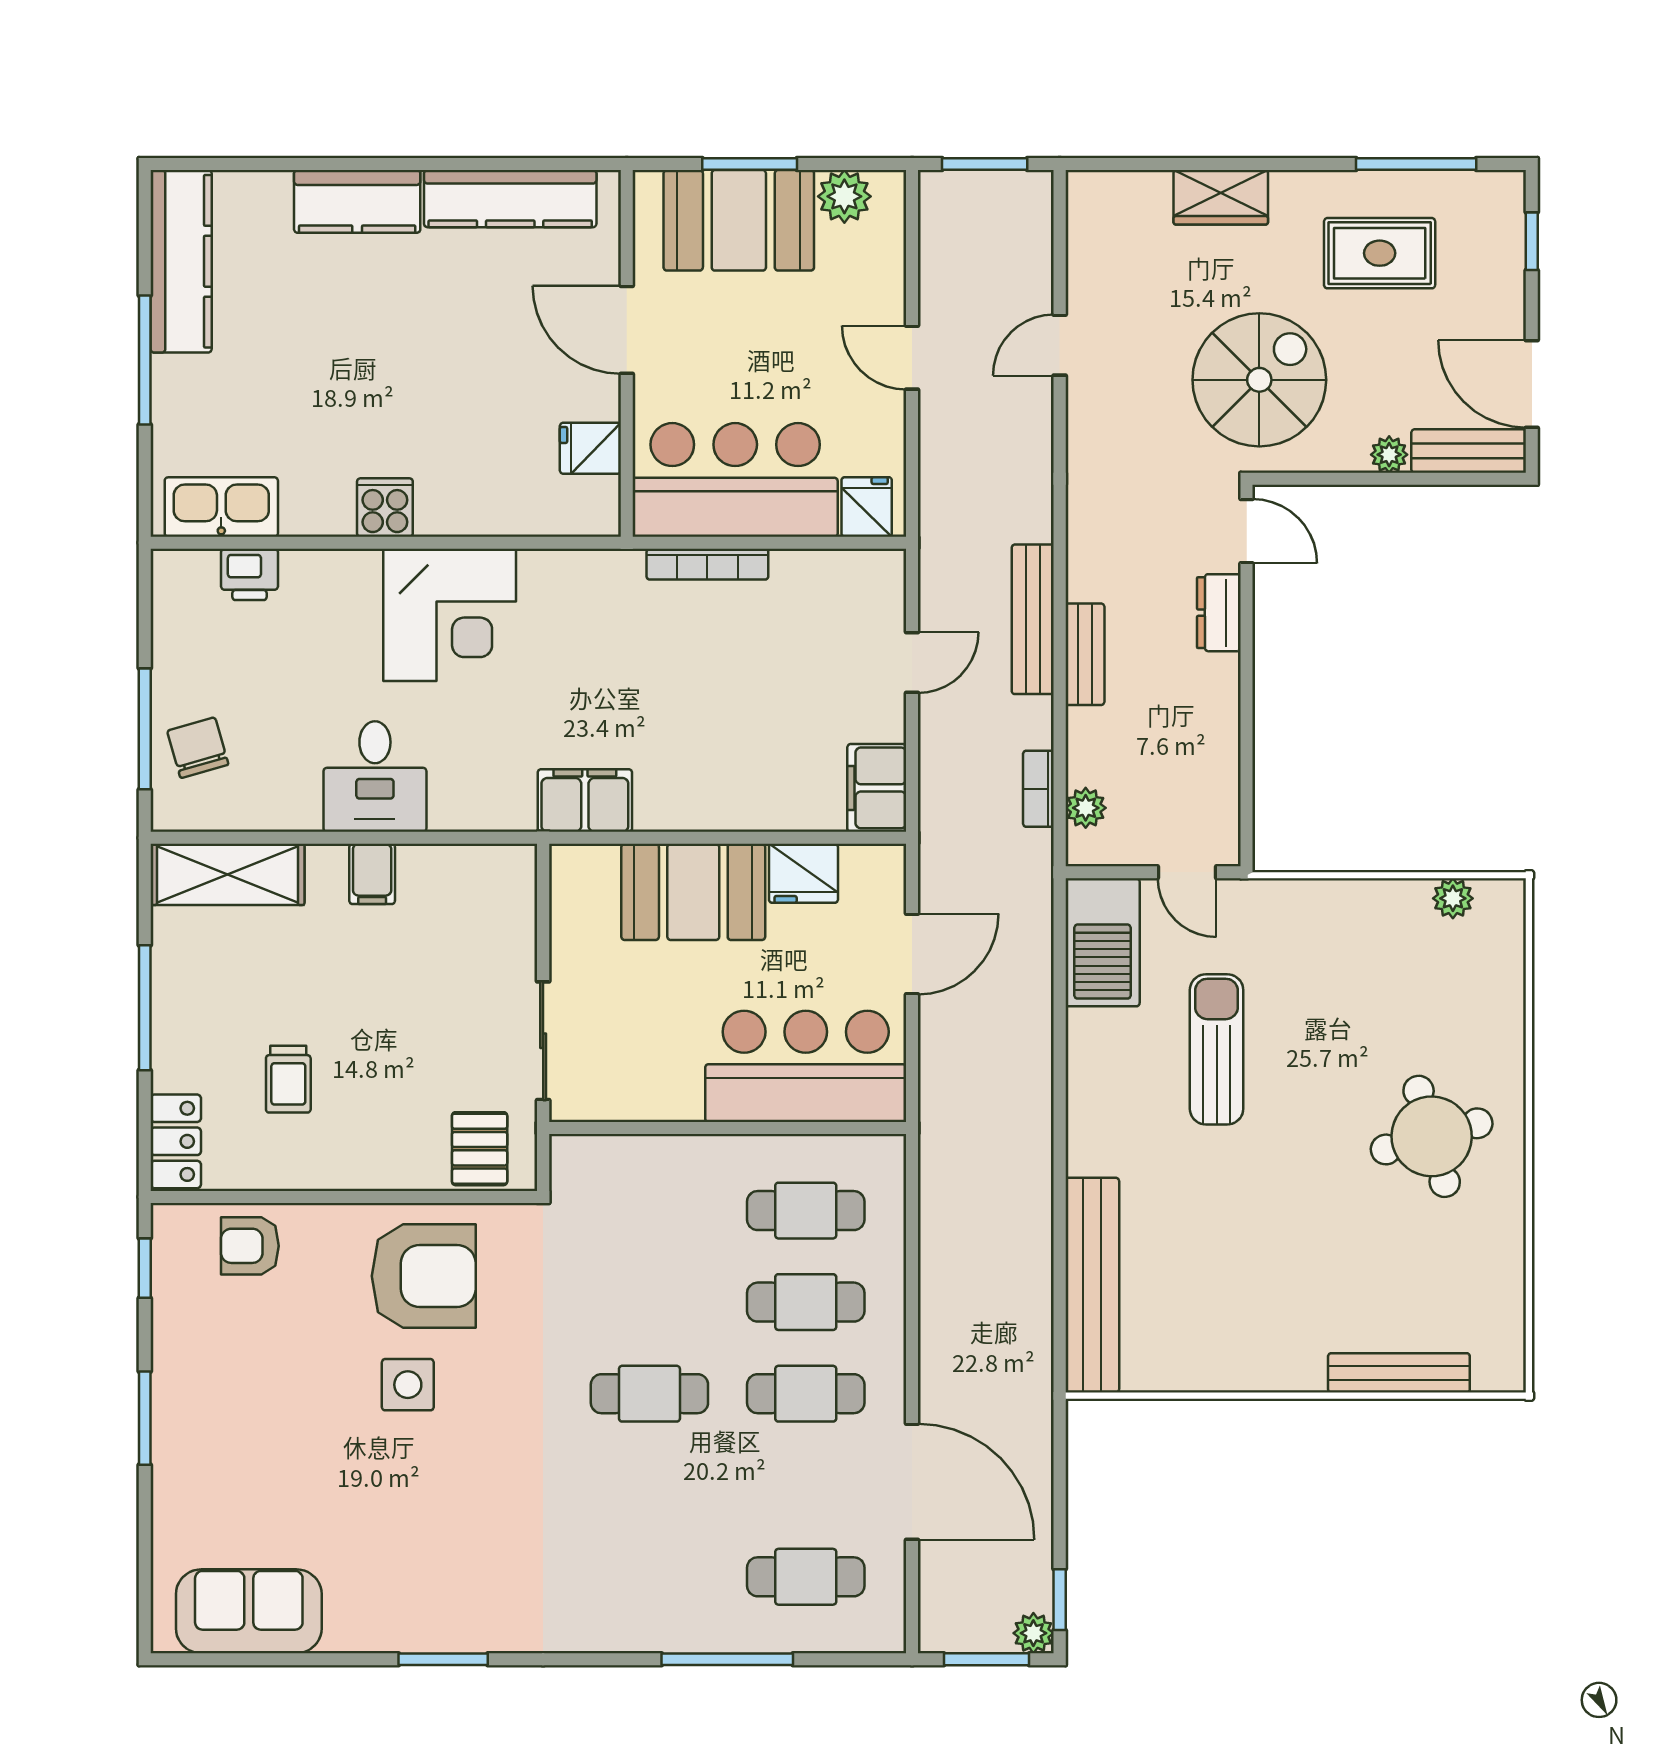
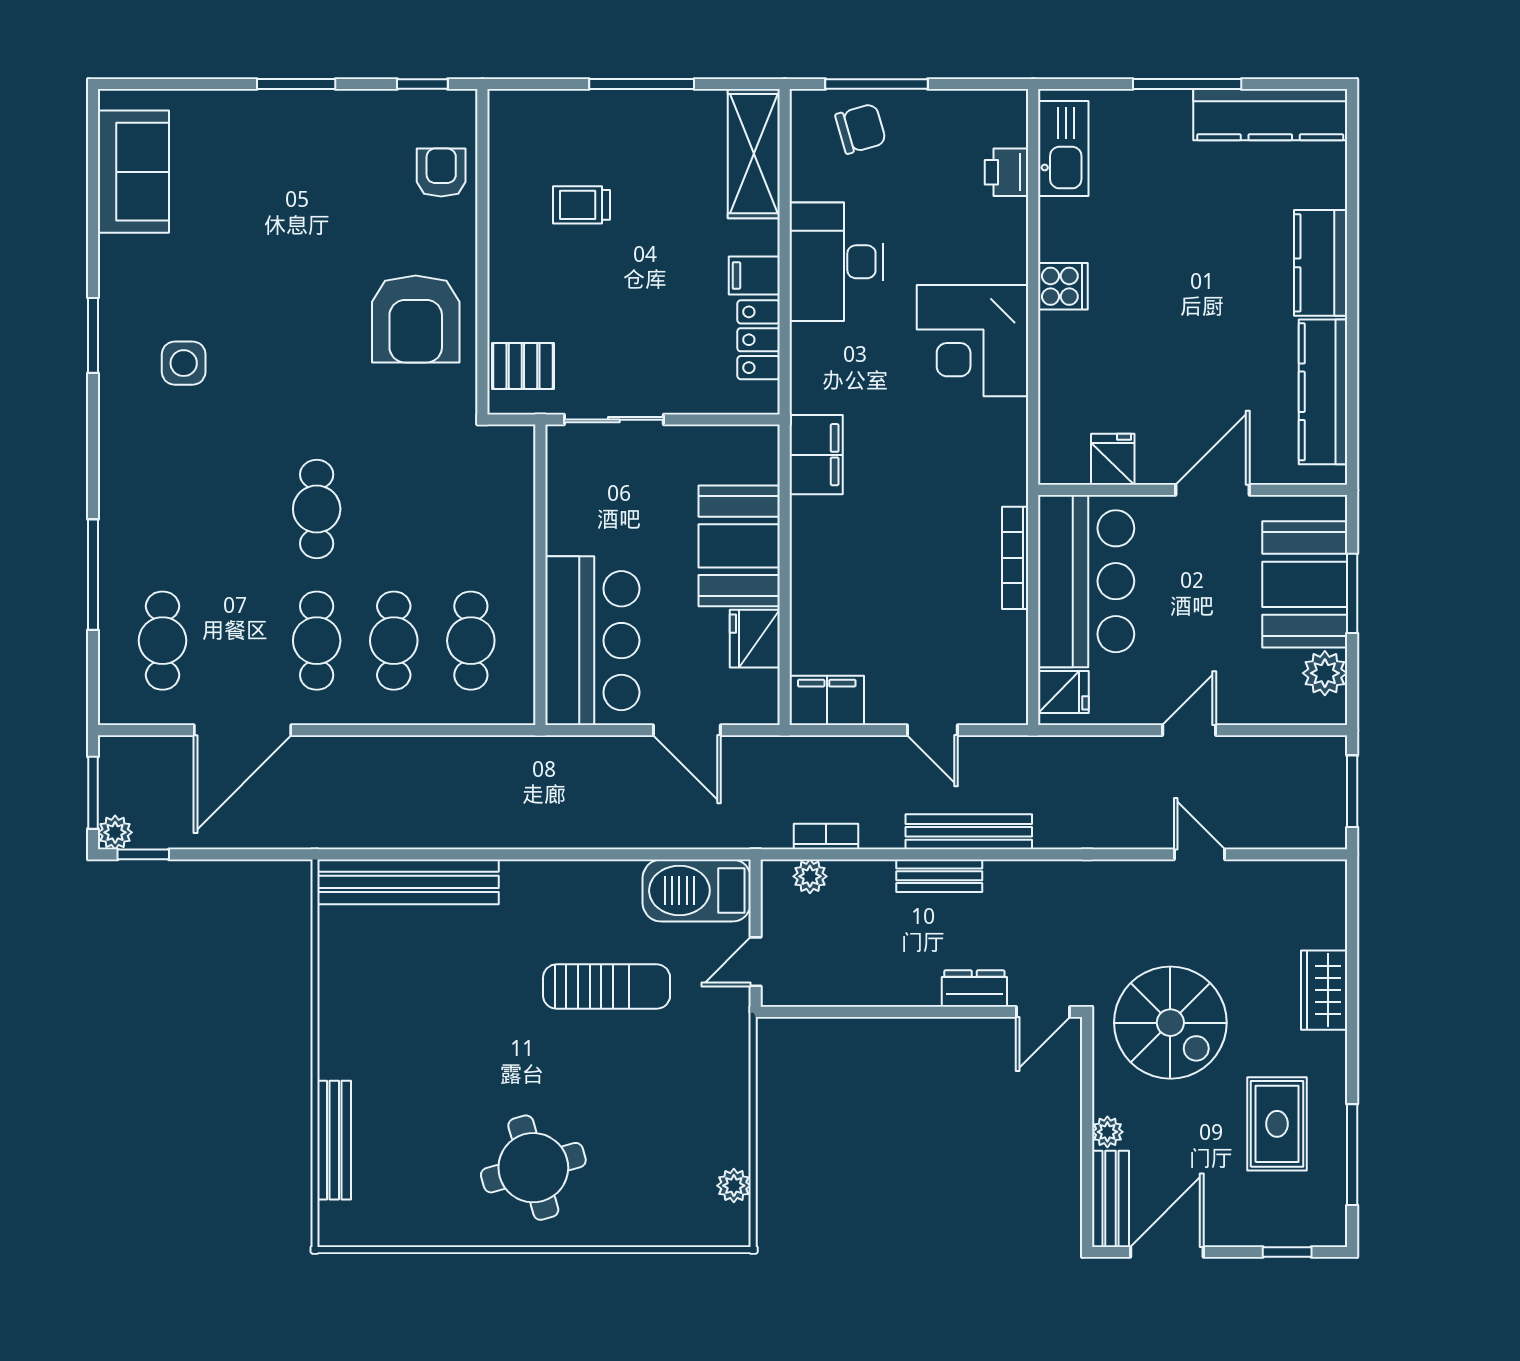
desk: (375, 777) -> (836, 262), width x1.37
locker: (176, 1141) -> (759, 340), moved, turned 90
side table: (408, 1385) -> (184, 363), moved

